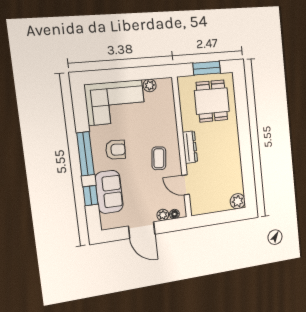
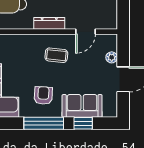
floor lamp: (174, 214) -> (113, 46), removed

